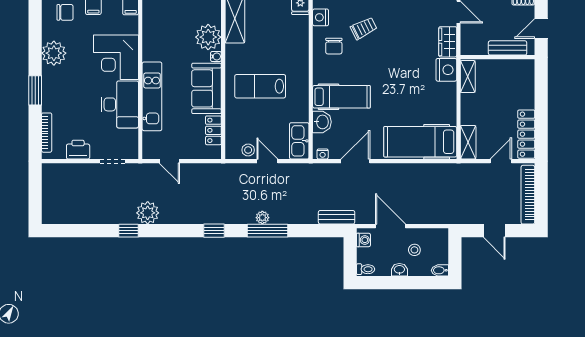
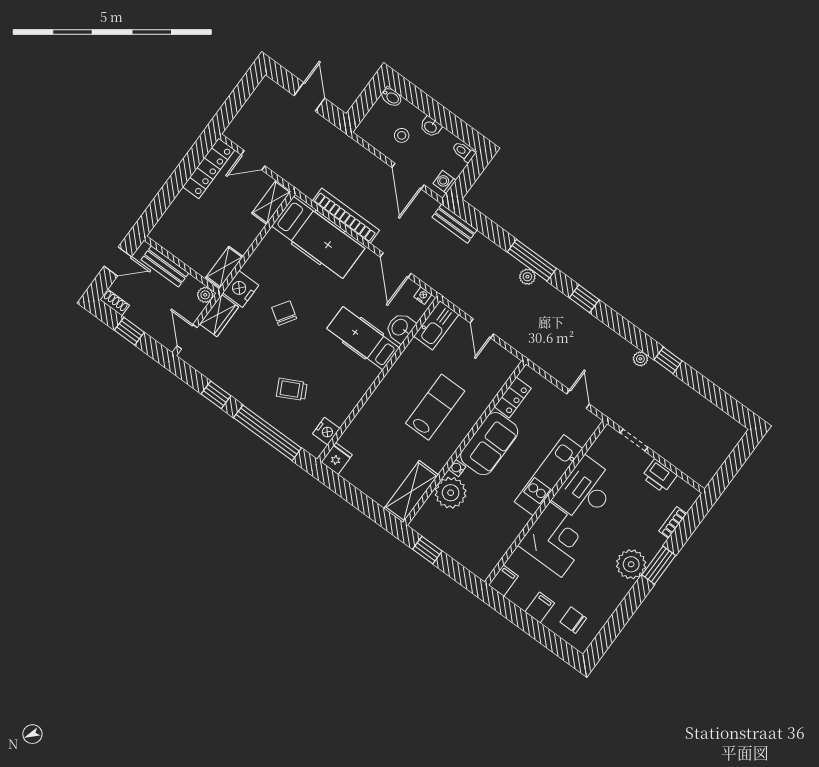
chair: (334, 46) -> (284, 313), moved, turned -57
plant: (467, 49) -> (205, 295), added
plant: (54, 53) -> (631, 564), moved
lab bench: (260, 86) -> (435, 407), turned -90
bookcase: (47, 133) -> (673, 522), width x0.64
stool: (248, 150) -> (493, 353), removed
door: (355, 161) -> (396, 265), hinge flipped
bookcase: (528, 195) -> (346, 216), moved, turned -90
plant: (148, 213) -> (640, 359), width x0.53, depth x0.53

